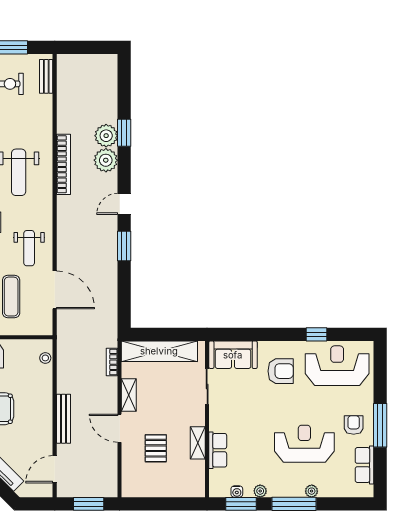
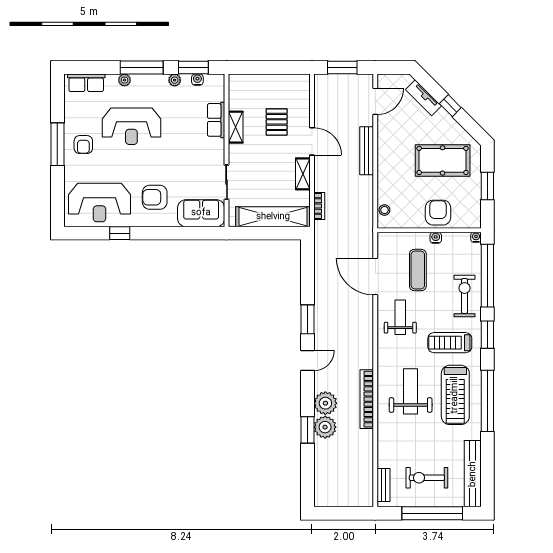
row of seats: (365, 465) -> (86, 83), moved, turned 90

